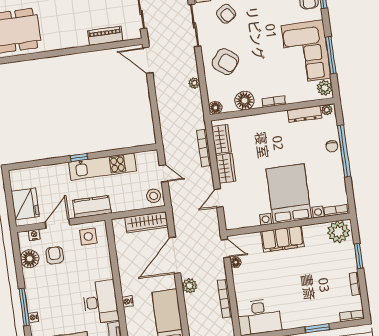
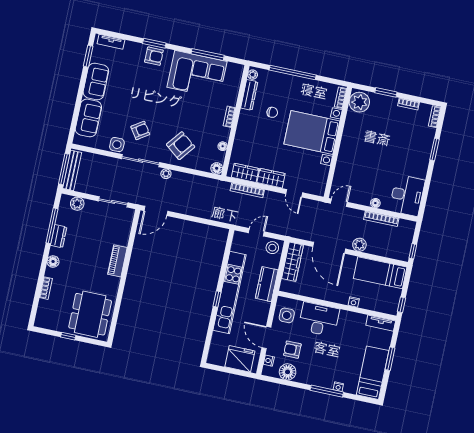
piano: (105, 36) -> (117, 261), moved
plant: (194, 83) -> (166, 174), moved
plant: (325, 88) -> (233, 70), removed
floor lamp: (244, 101) -> (223, 146), width x0.53, depth x0.53
chair: (332, 146) -> (272, 112), moved
kitchen unit: (102, 167) -> (230, 292), width x1.36
kitchen counter: (92, 207) -> (267, 284), moved
filing cabinet: (283, 239) -> (348, 152), removed
floor lamp: (236, 262) -> (375, 203), moved
desk: (101, 302) -> (319, 319), moved

